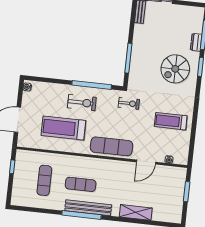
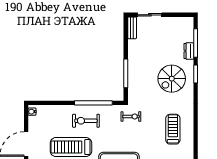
exercise bike: (82, 103) -> (86, 121), turned 180
treadmill: (171, 121) -> (173, 129), turned 90

